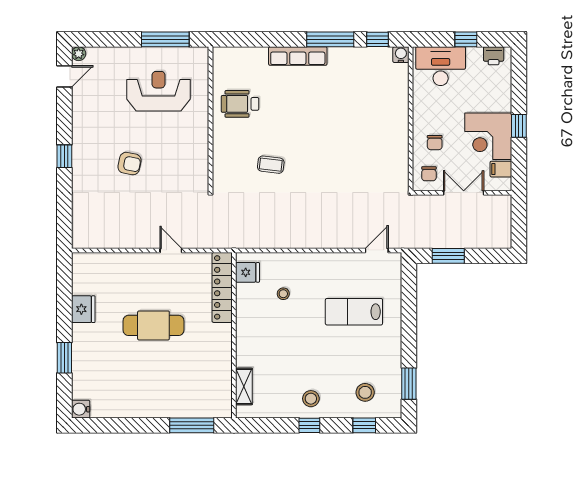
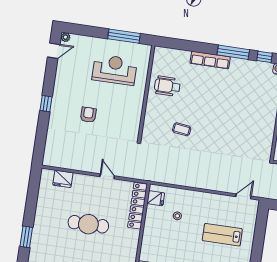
armchair: (129, 164) -> (88, 115), turned -101
fridge: (83, 309) -> (63, 179), moved, turned 90

